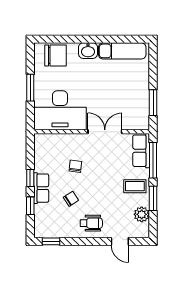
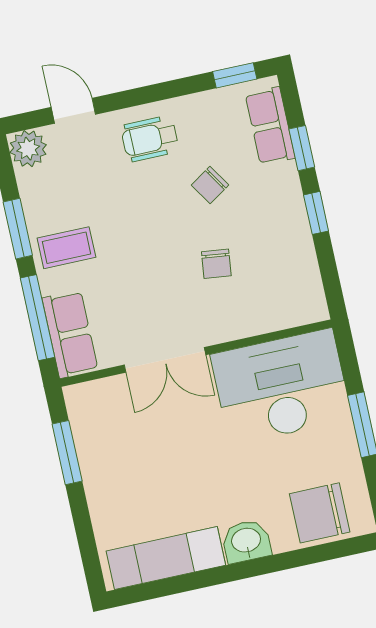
row of seats: (41, 188) -> (270, 126), moved
plant: (142, 214) -> (28, 149), moved

